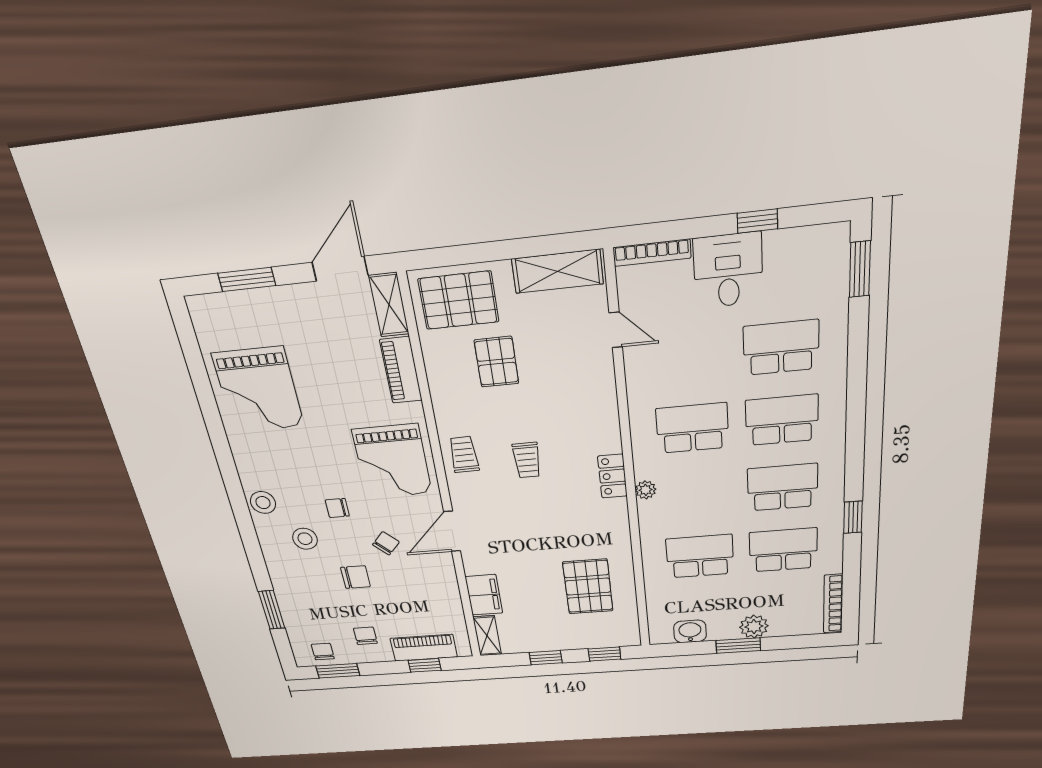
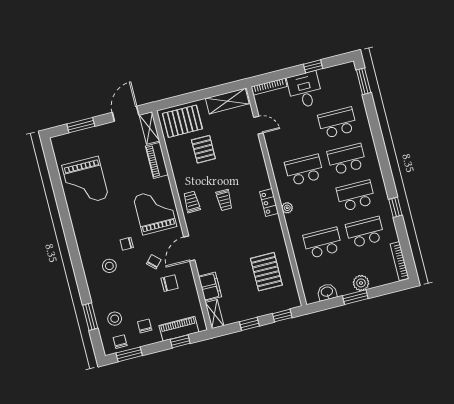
grand piano: (392, 461) -> (155, 211), turned 180
stool: (263, 503) -> (115, 319), moved
chair: (355, 577) -> (170, 283), moved

